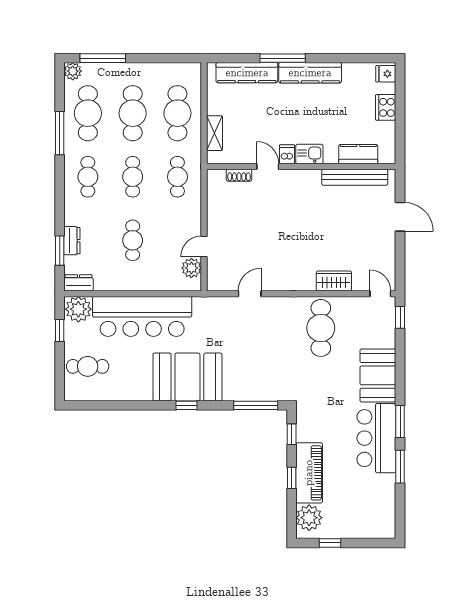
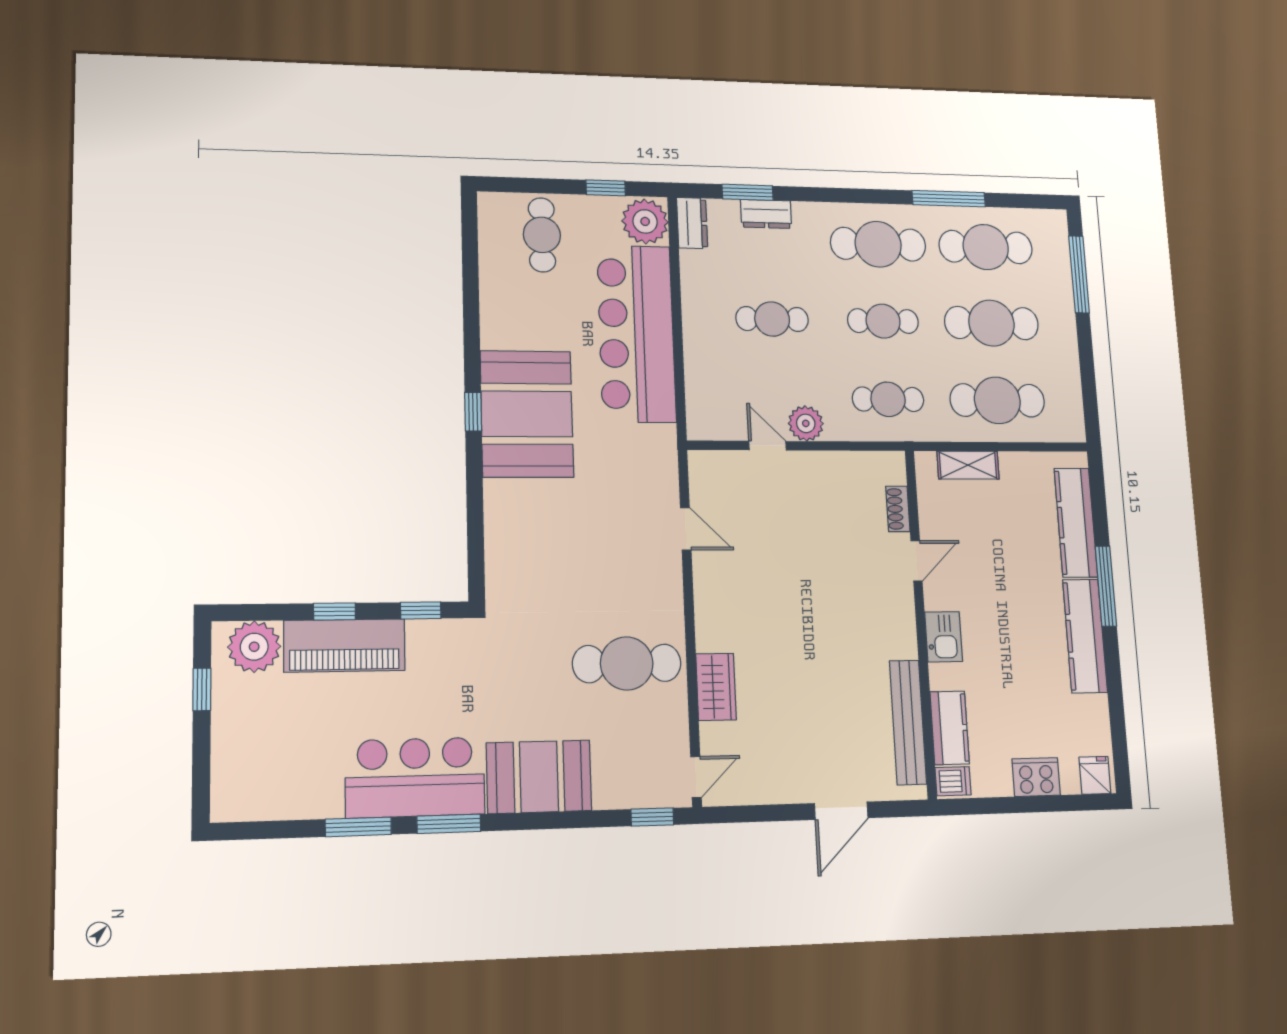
plant: (73, 71) -> (1053, 224), removed
dishwasher: (287, 154) -> (953, 781), moved
cafe table: (88, 177) -> (878, 244), width x1.37, depth x1.35
plant: (191, 268) -> (806, 423), moved
window: (256, 405) -> (476, 541), removed

